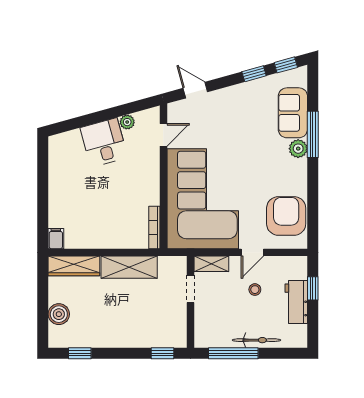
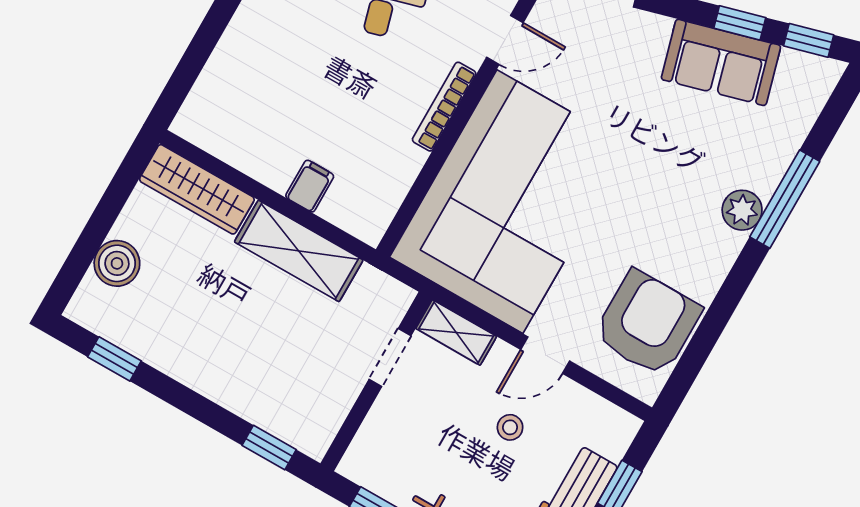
sofa: (293, 113) -> (721, 62), moved, turned -106
bookcase: (154, 227) -> (444, 107), moved
filing cabinet: (56, 239) -> (310, 186), moved

